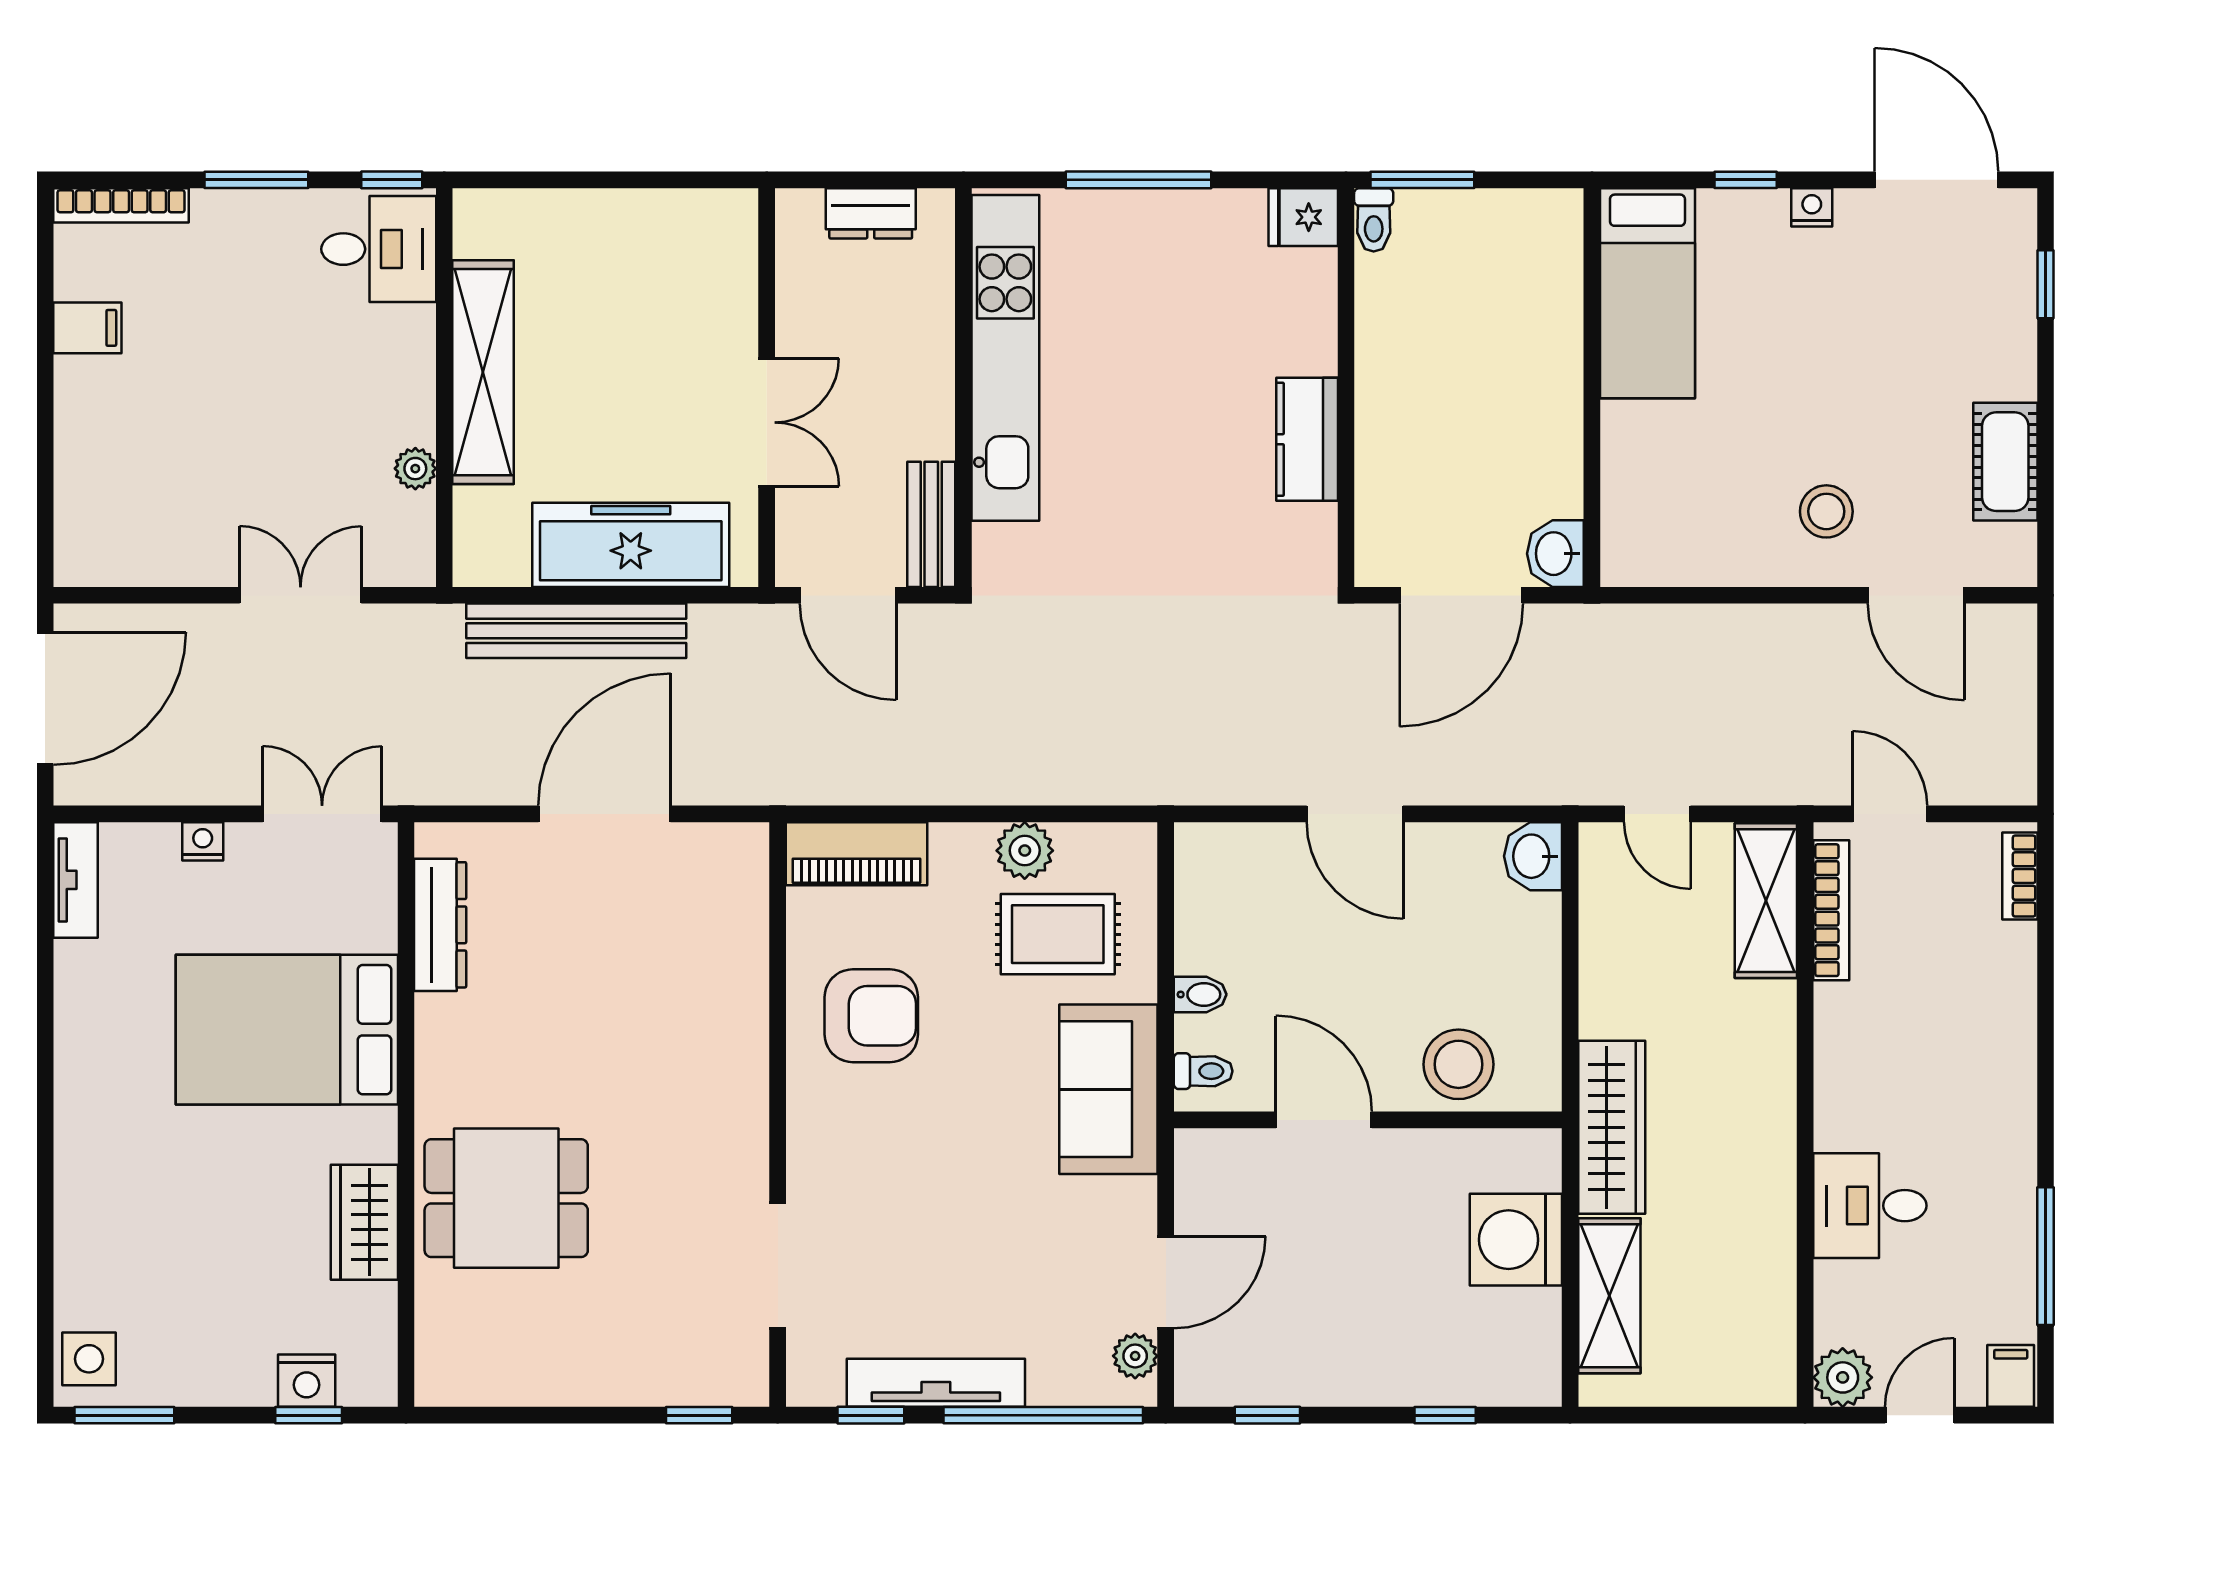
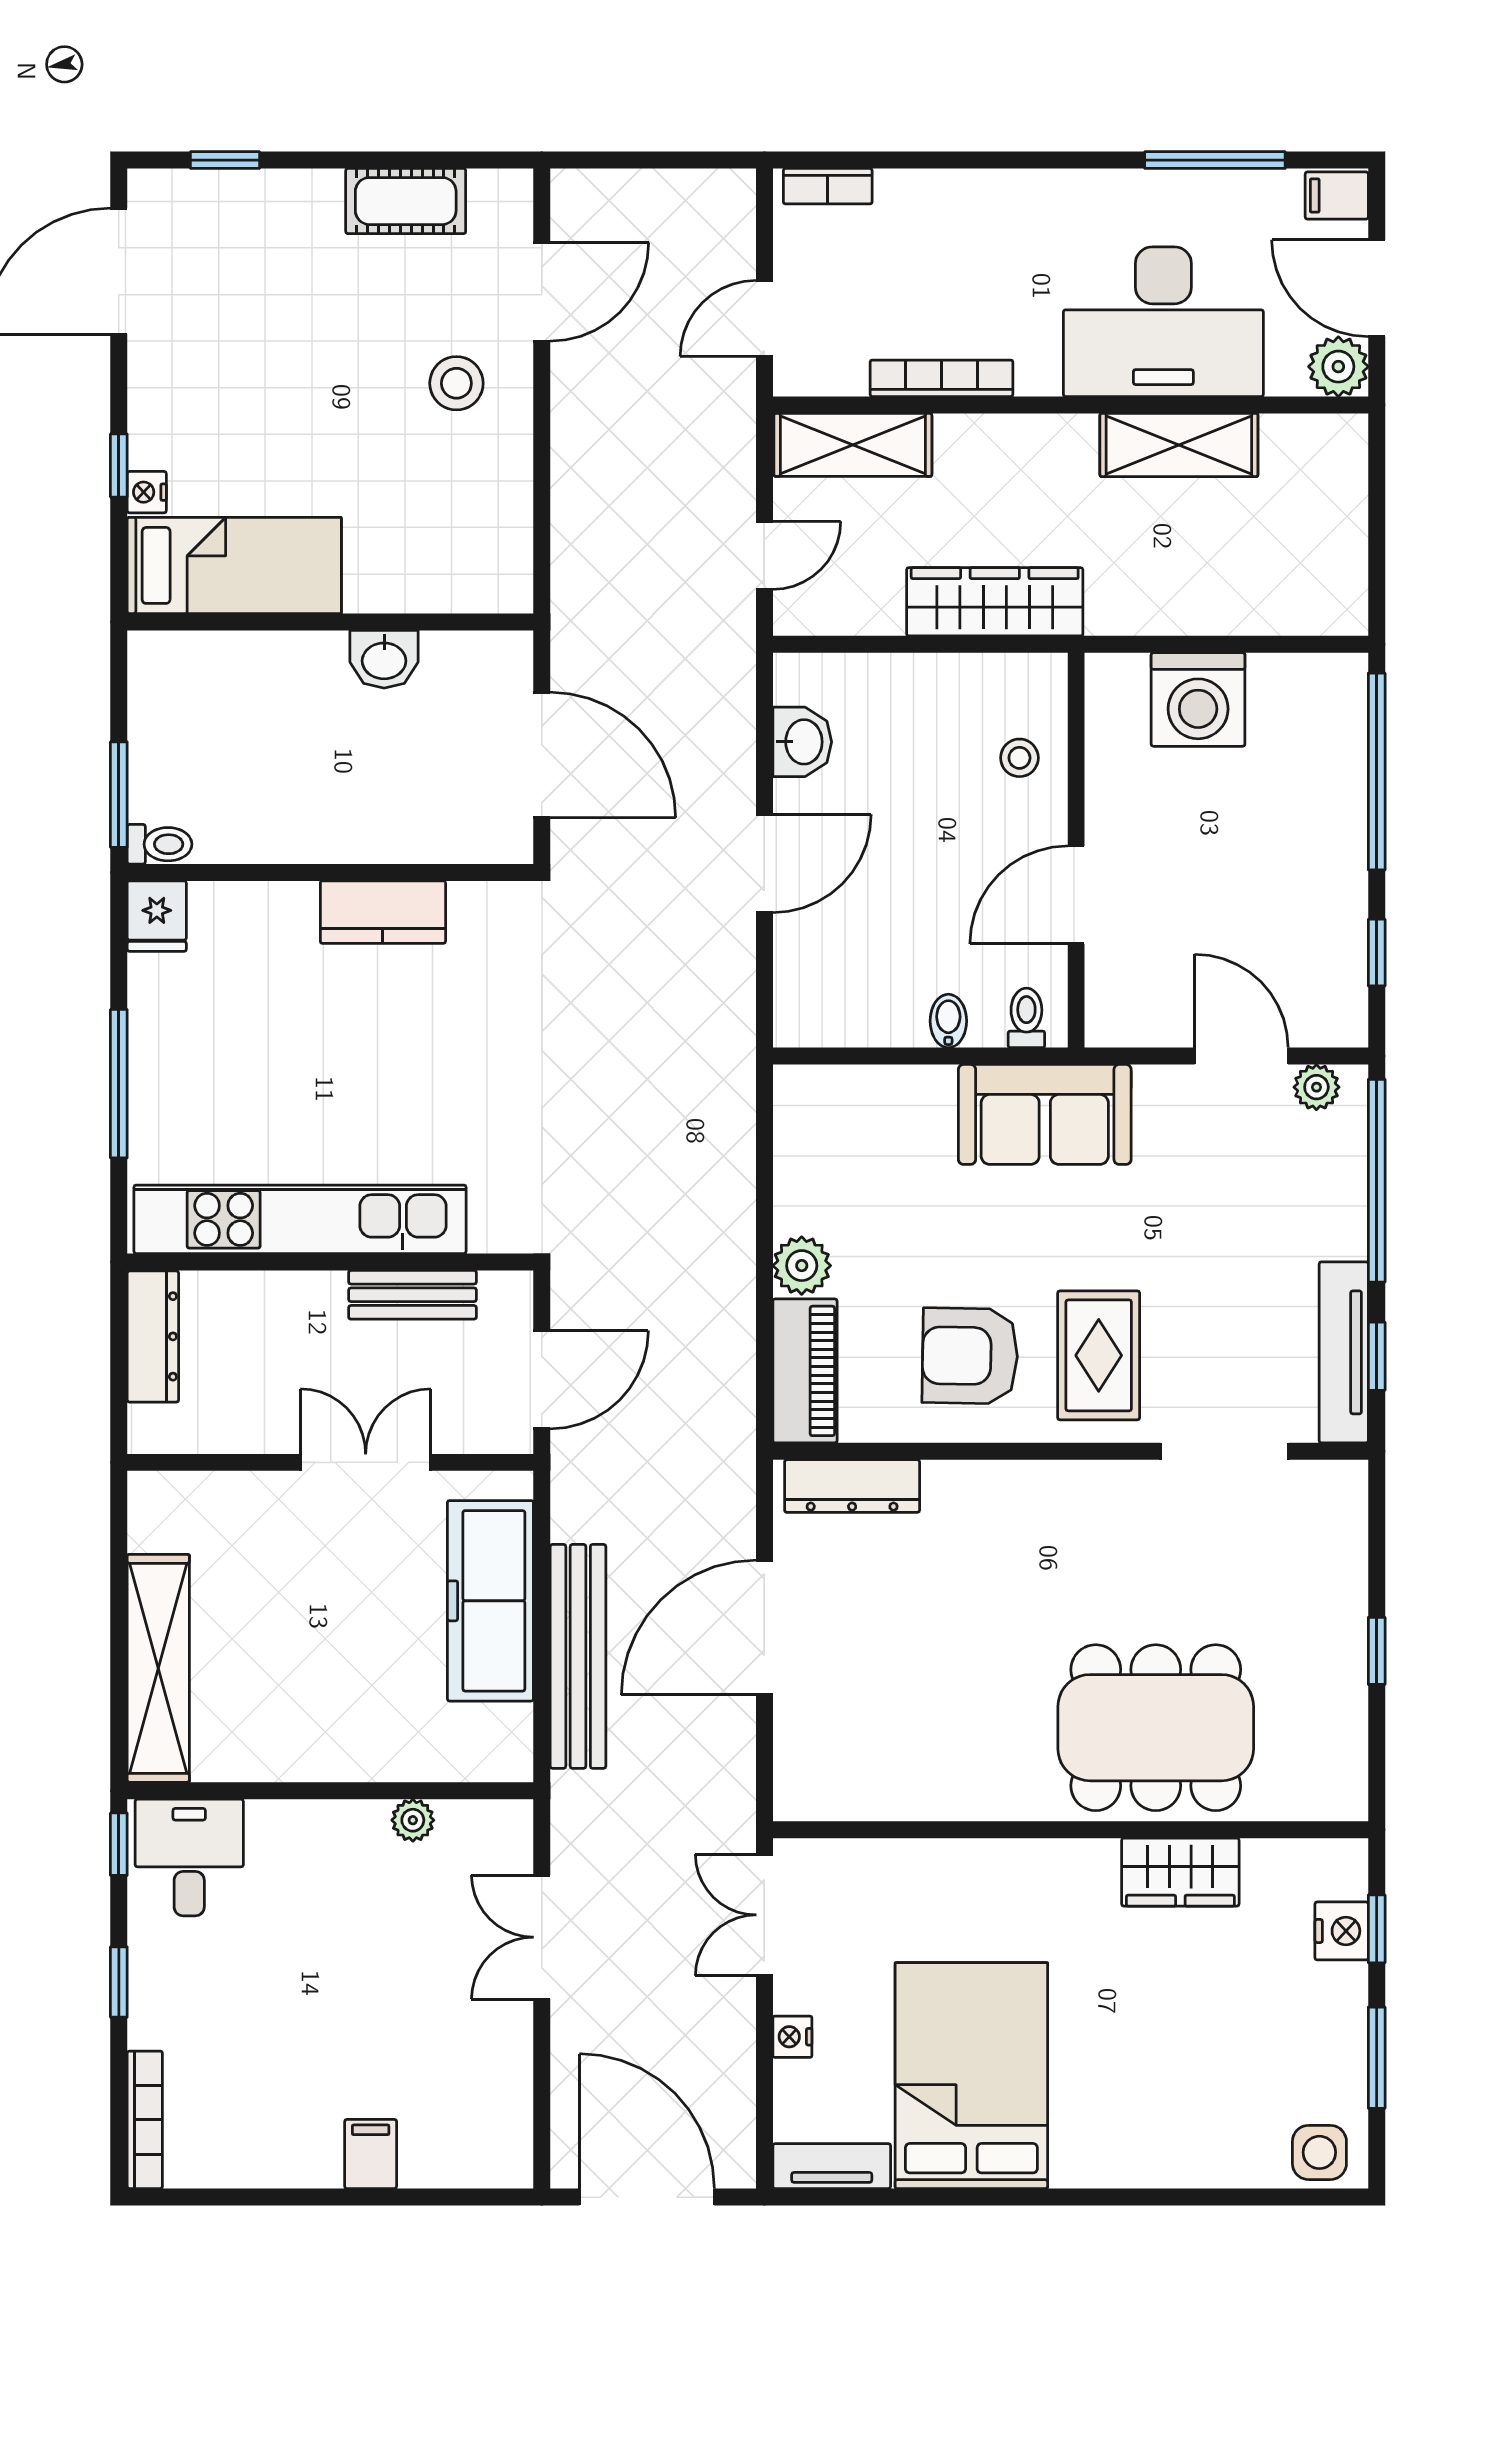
window: (256, 180) -> (119, 1982), width x0.67
nightstand: (1812, 207) -> (147, 492), moved
dresser: (871, 213) -> (153, 1336), width x1.44
filing cabinet: (87, 328) -> (371, 2154), moved
shelving: (483, 372) -> (158, 1668), moved, turned 90
bench: (931, 524) -> (412, 1295), moved
washbasin: (1555, 554) -> (384, 659), moved
door: (605, 814) -> (764, 1628), hinge flipped
plant: (1025, 851) -> (802, 1266), moved
washbasin: (1533, 856) -> (802, 742), moved, turned -90
bookcase: (1831, 910) -> (941, 378), moved
dresser: (440, 925) -> (852, 1486), moved, turned 180
rug: (1058, 934) -> (1099, 1355), moved
armchair: (871, 1016) -> (970, 1356), turned -89
bed: (287, 1030) -> (971, 2076), moved, turned 180
stool: (1459, 1064) -> (1019, 758), width x0.53, depth x0.53
wardrobe: (1612, 1127) -> (995, 602), moved
dining table: (506, 1198) -> (1156, 1728), width x1.37
desk: (1870, 1206) -> (1163, 322), width x1.87, depth x1.30
shelving: (1609, 1296) -> (1179, 445), moved
tv unit: (936, 1383) -> (1344, 1352), moved
window: (124, 1415) -> (1377, 2058), moved
window: (699, 1415) -> (1377, 1651), moved
window: (1445, 1415) -> (1377, 772), width x3.17
door: (1920, 1415) -> (1377, 288), width x1.38

